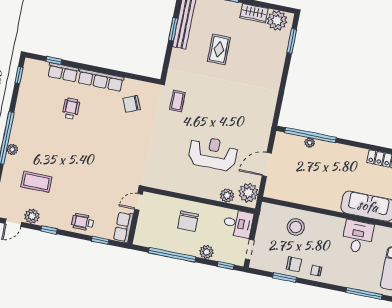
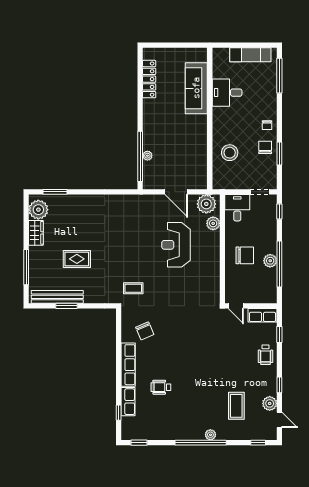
plant: (206, 252) -> (270, 261), moved

